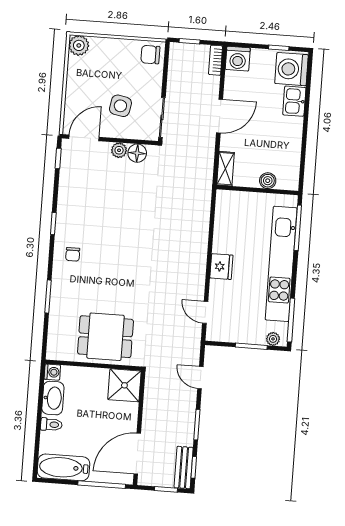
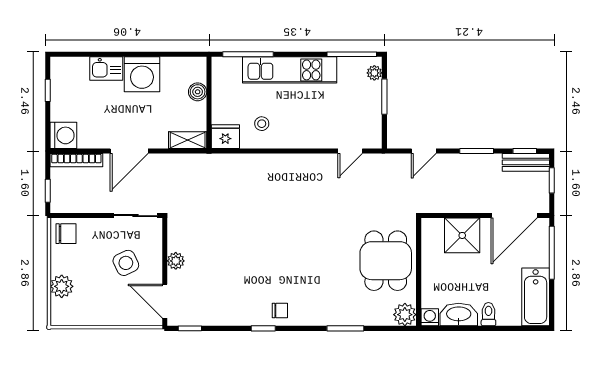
plant: (79, 45) -> (62, 286), moved
chair: (150, 55) -> (66, 234), turned -90
bookcase: (216, 60) -> (76, 160), width x1.56
washing machine: (291, 69) -> (142, 74), moved
side table: (120, 106) -> (126, 263), turned -36
door: (220, 116) -> (129, 151), swing flipped
floor lamp: (137, 153) -> (177, 240), removed
stool: (235, 236) -> (262, 124), added
chair: (73, 254) -> (280, 311), moved
kitchen unit: (281, 264) -> (290, 70), width x0.73
fridge: (221, 267) -> (225, 137), moved
plant: (56, 350) -> (405, 315), added
shower: (124, 385) -> (462, 235), moved
door: (137, 454) -> (514, 216), hinge flipped

